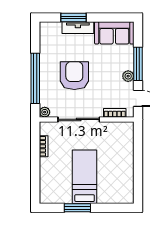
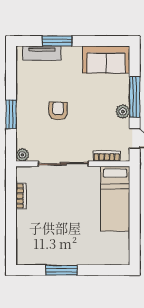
tv unit: (78, 28) -> (42, 53), moved
armchair: (74, 76) -> (58, 111), width x0.53, depth x0.53
window: (35, 78) -> (11, 114), width x0.47
bed: (85, 177) -> (115, 199), moved, turned 180

